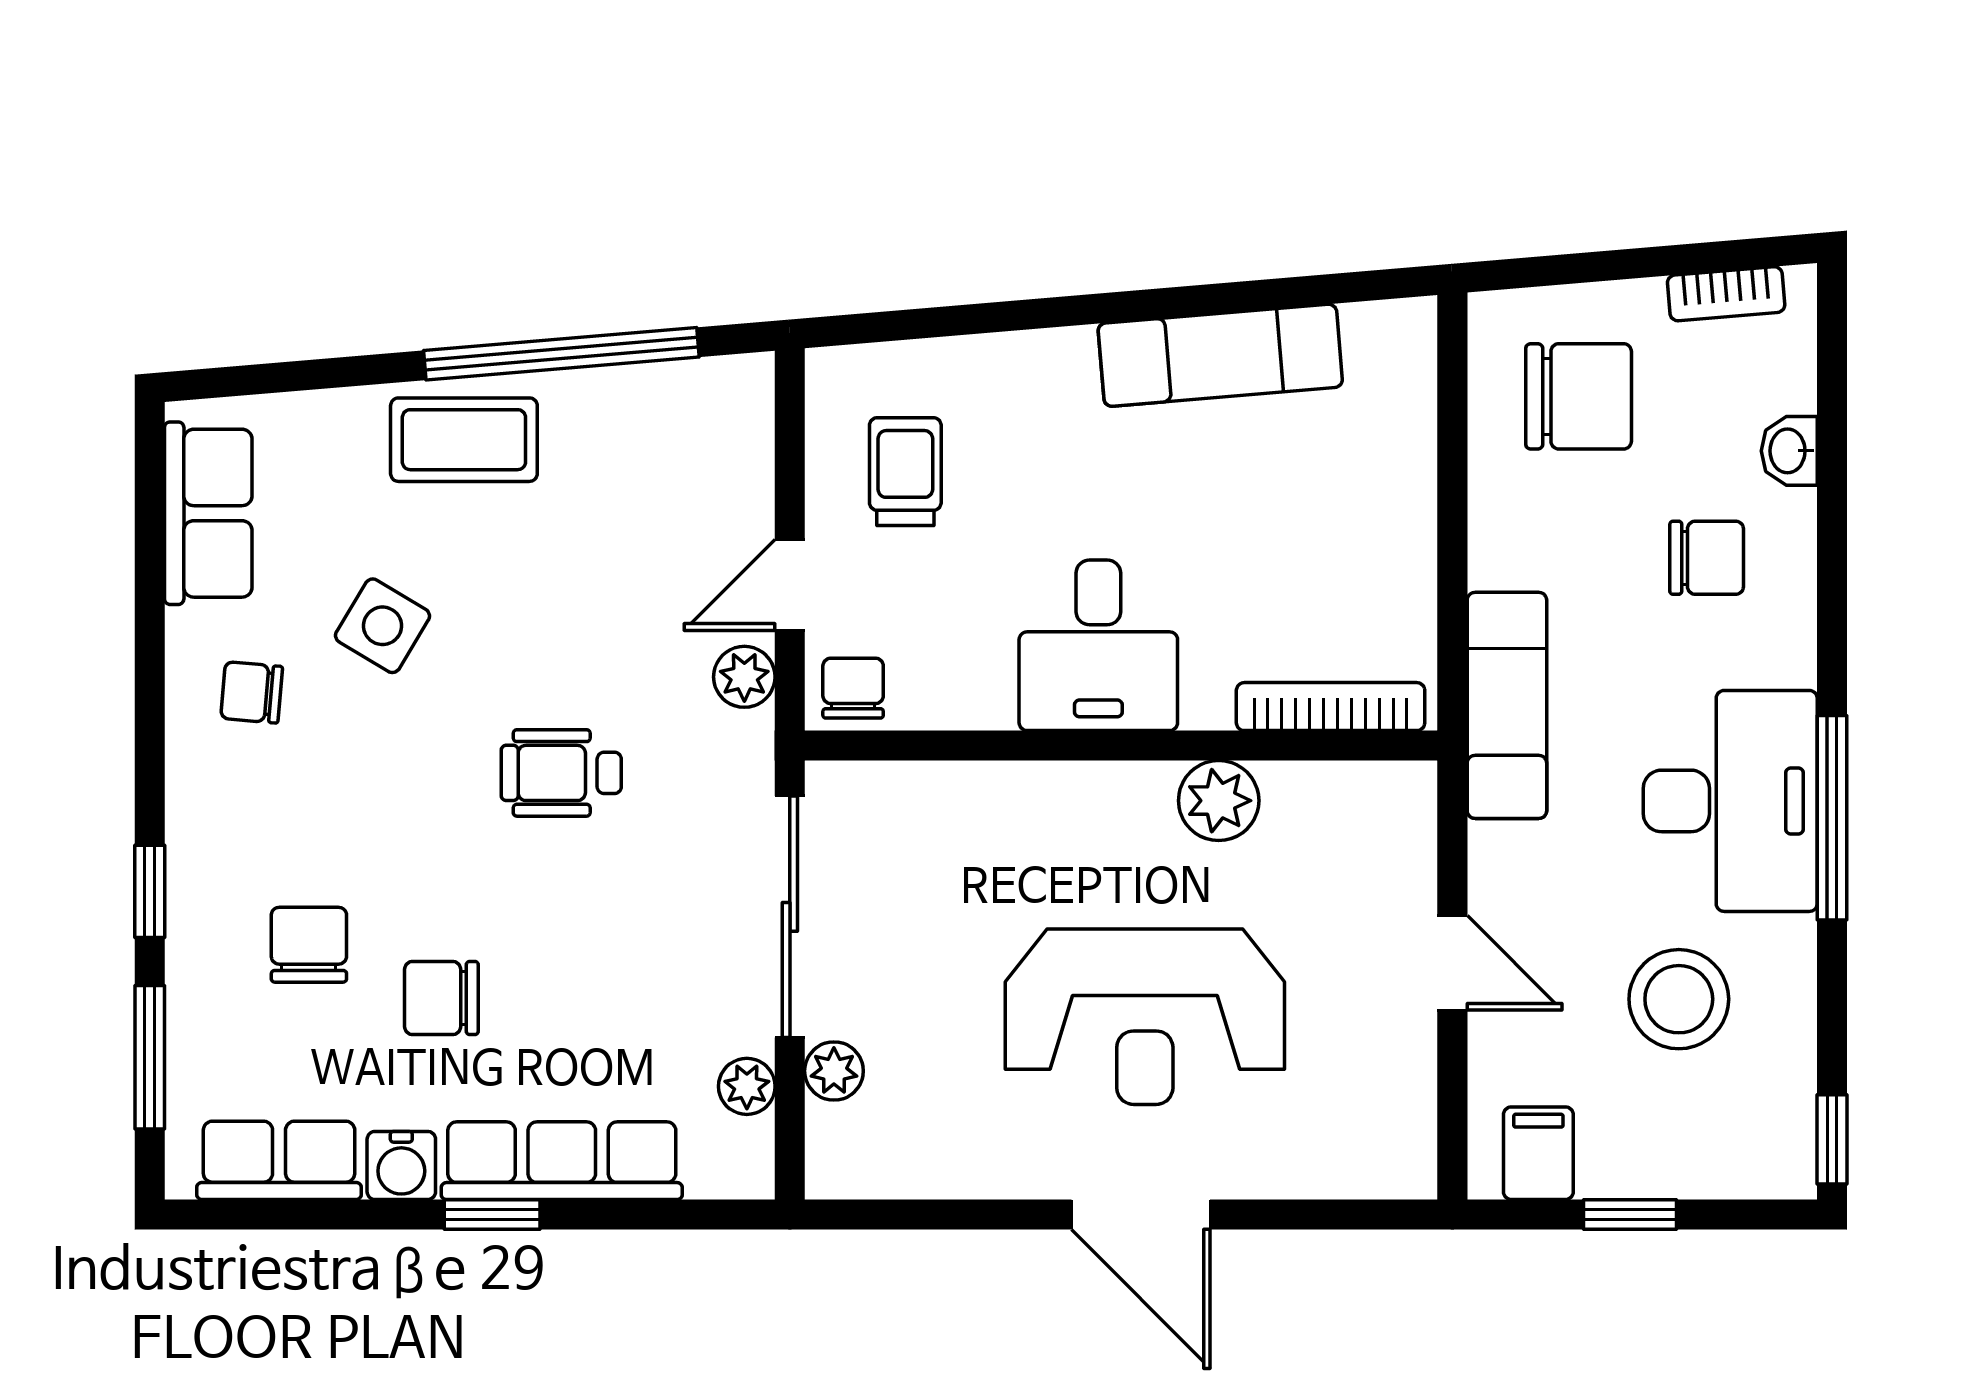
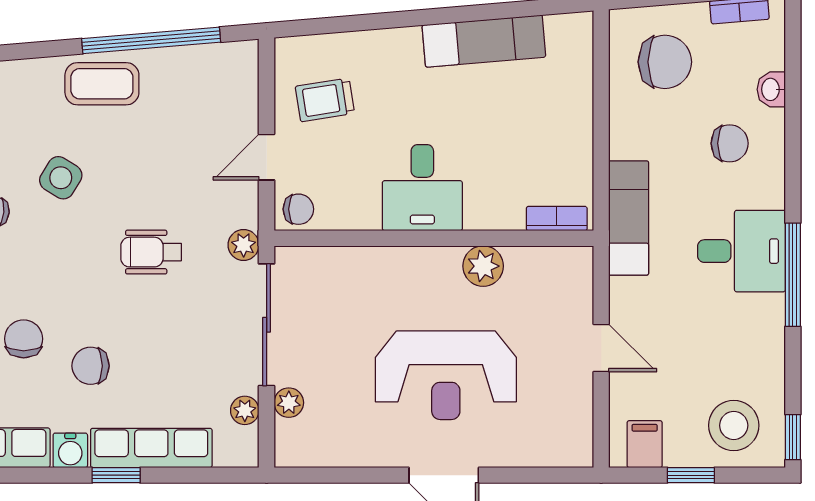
trolley: (905, 472) -> (325, 100), turned -99
plant: (744, 677) -> (244, 245), moved
chair: (853, 688) -> (298, 209), turned 90
bookcase: (1331, 707) -> (557, 219), width x0.64
desk: (1730, 801) -> (741, 251), width x0.73
stool: (1679, 999) -> (734, 425), moved

